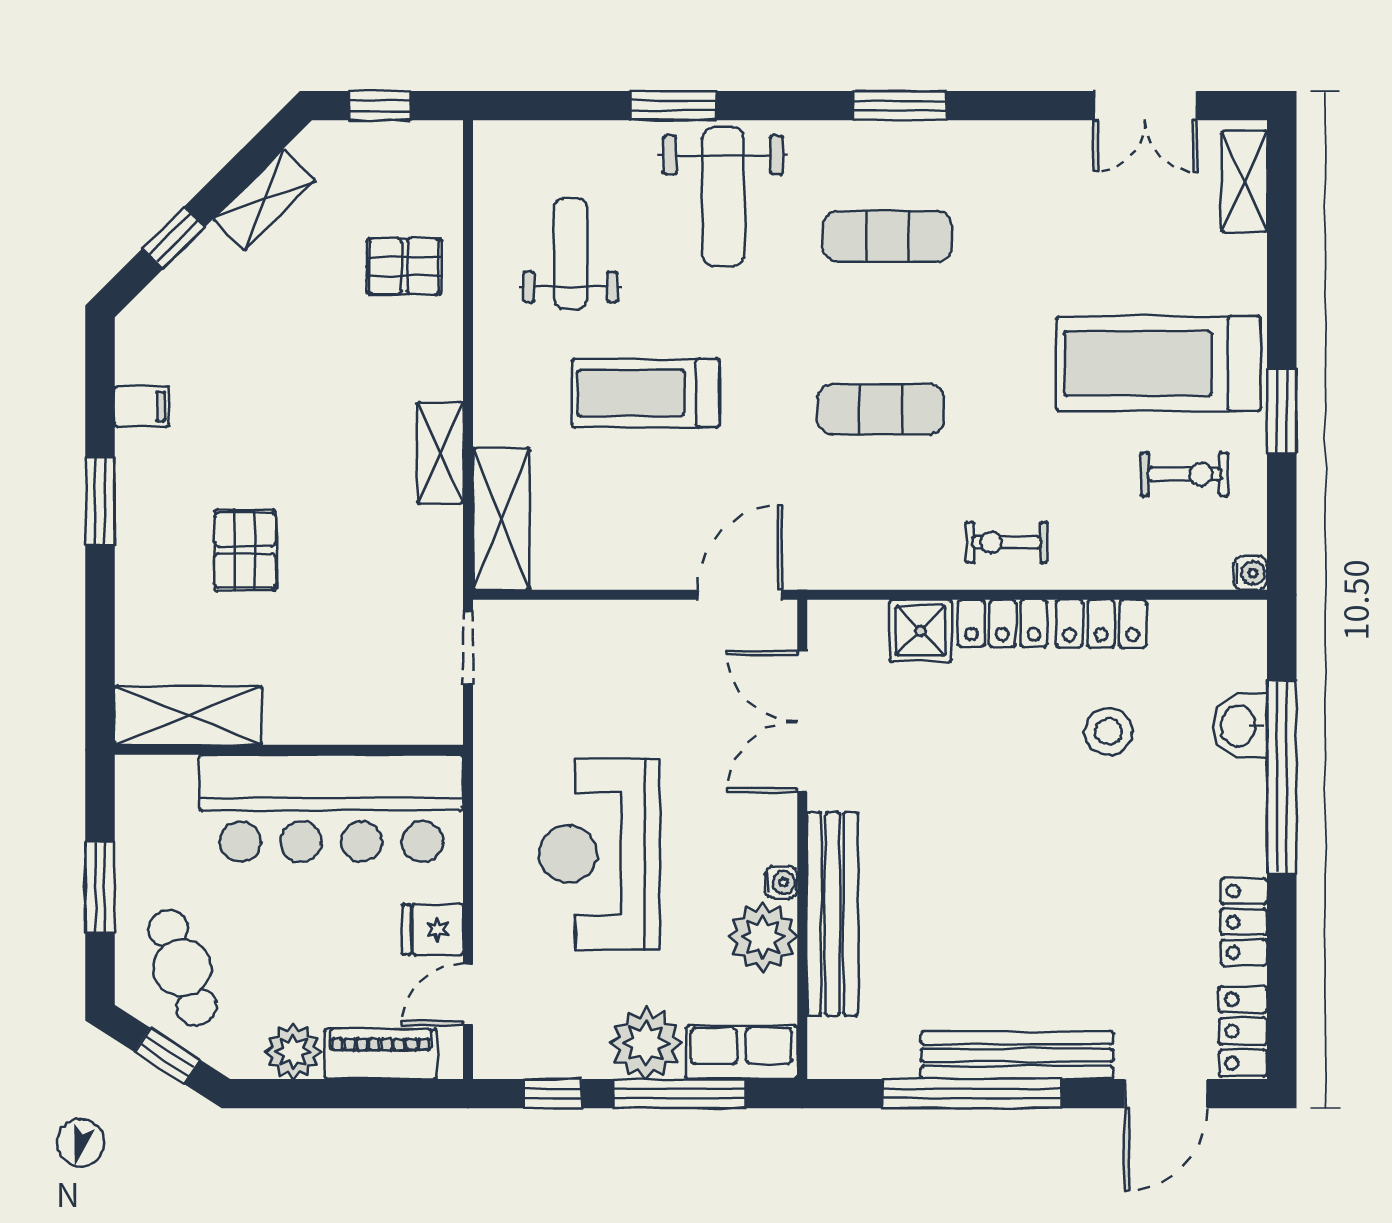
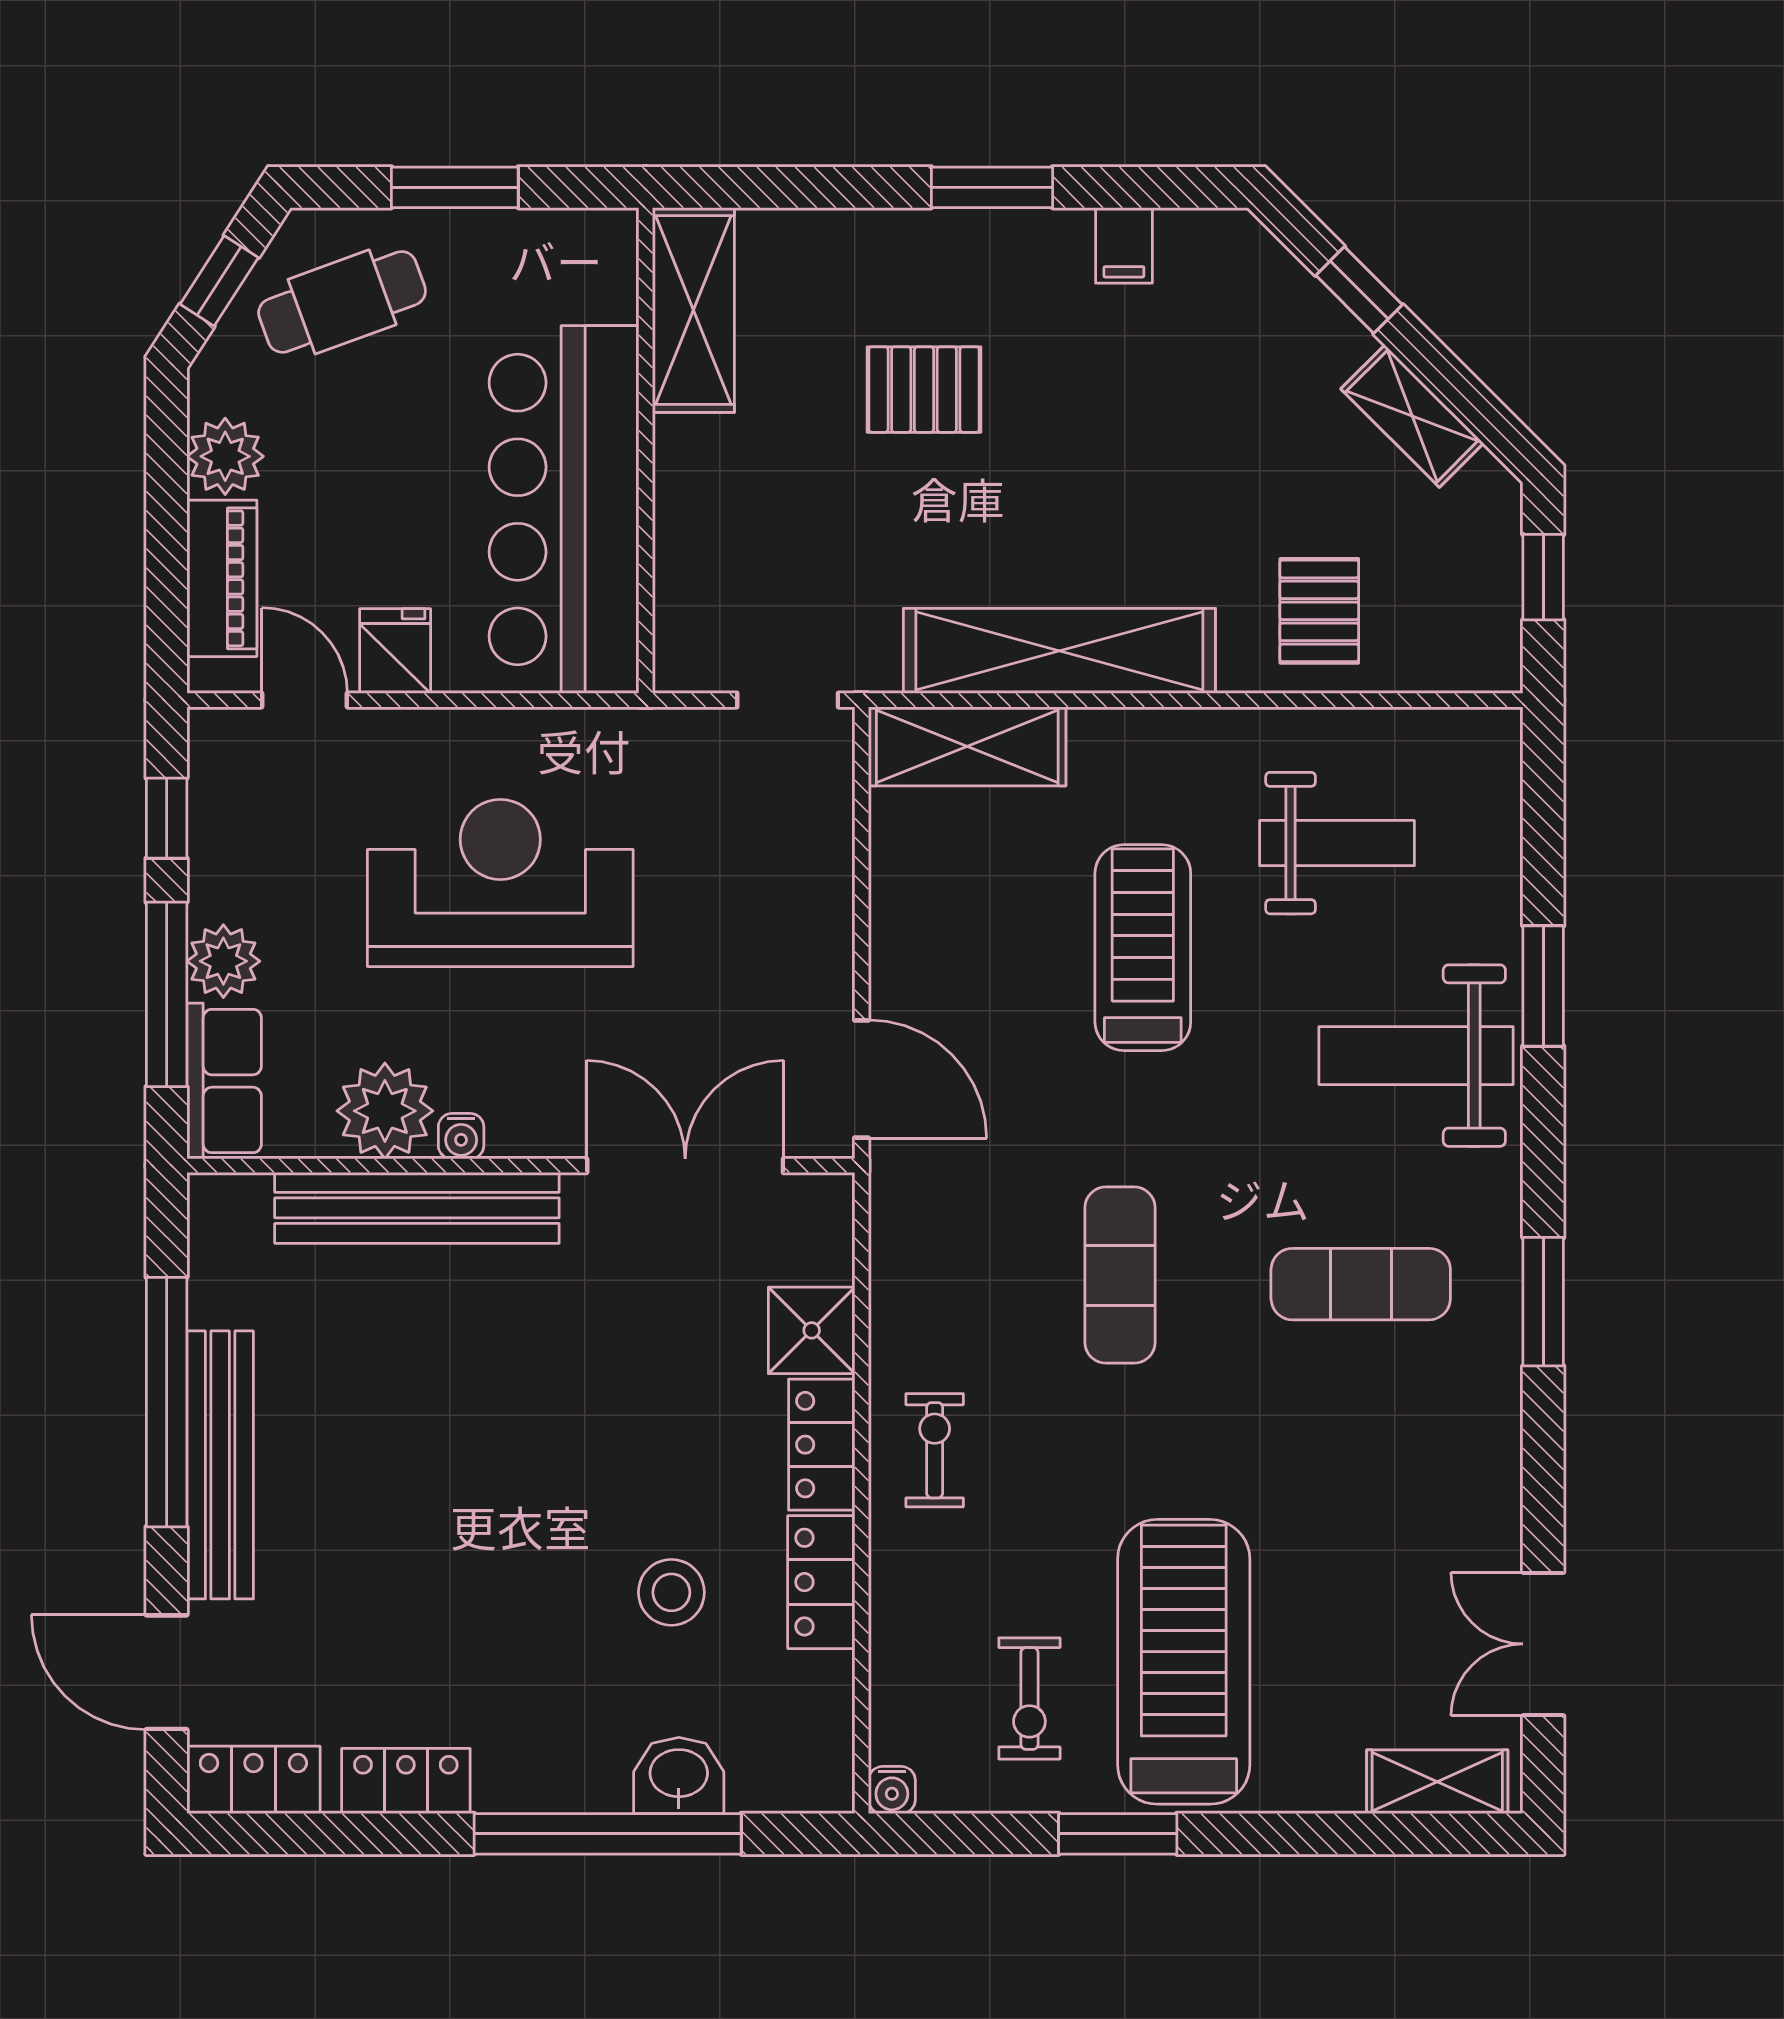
exercise mat: (887, 237) -> (1361, 1284), turned 90
shelving: (440, 453) -> (1059, 651), width x2.20, depth x1.33
plant: (646, 1043) -> (223, 961), width x0.73, depth x0.73

